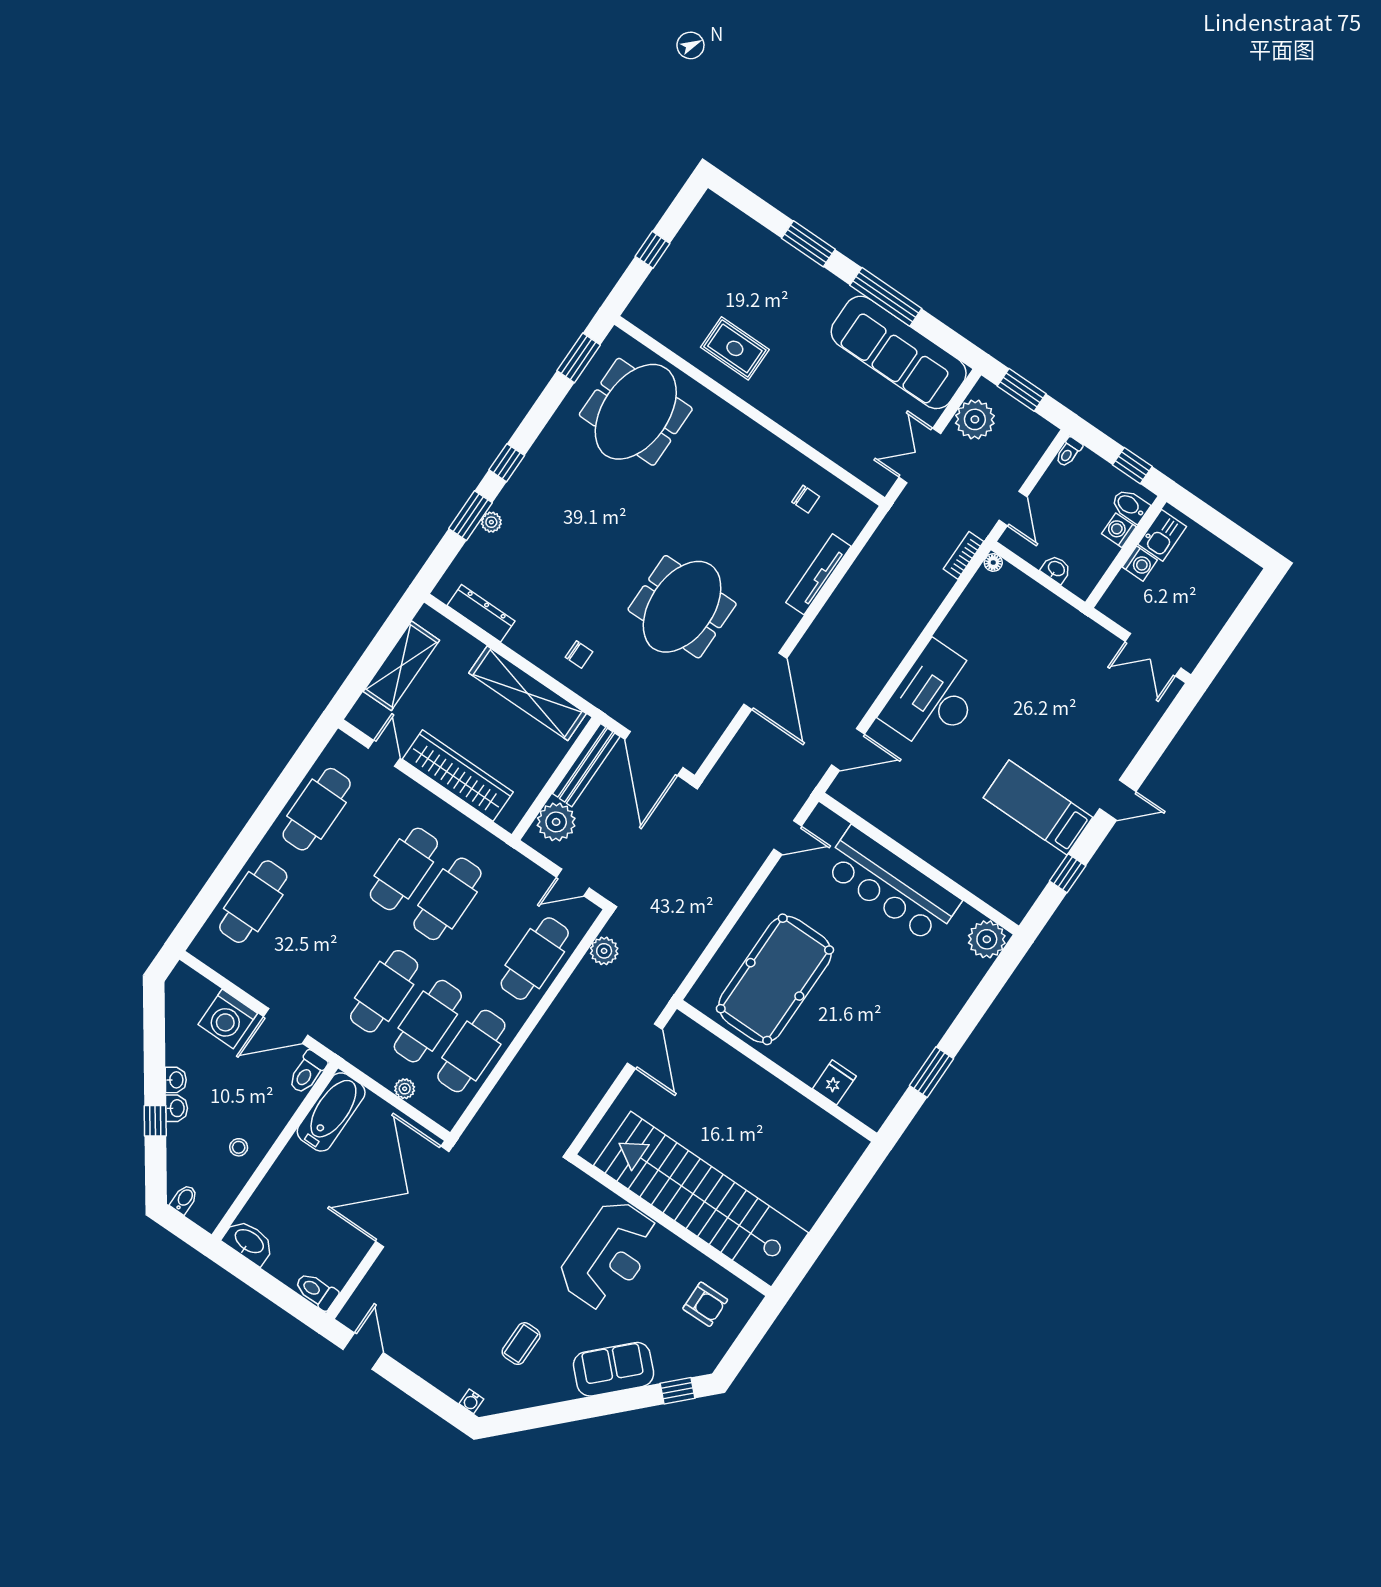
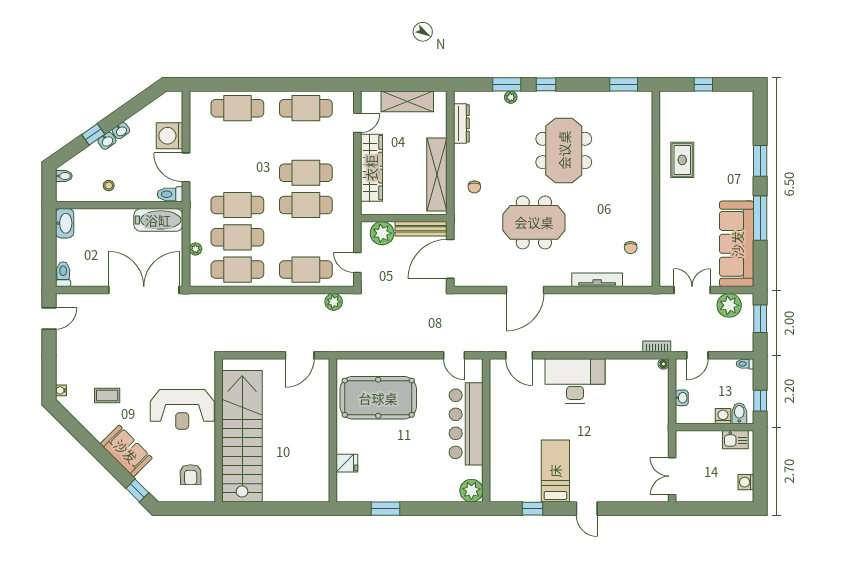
meeting table: (636, 412) -> (564, 150), moved, turned 90
washing machine: (1140, 564) -> (746, 482), moved, turned 90

